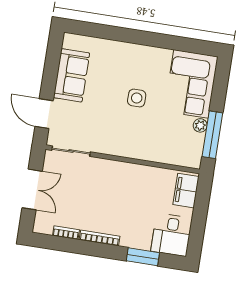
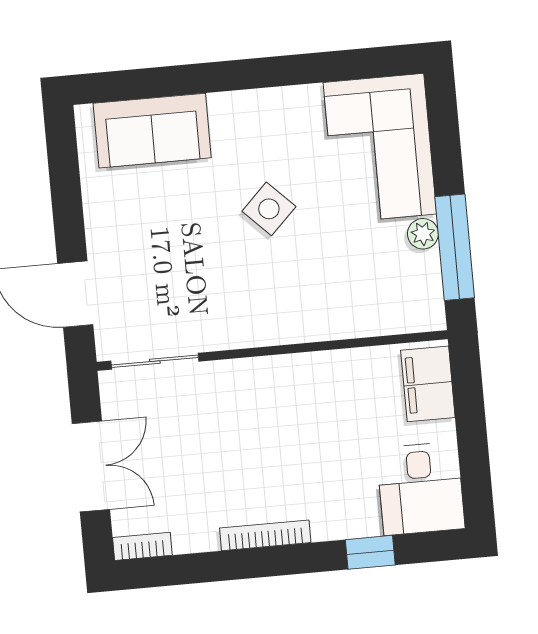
sofa: (72, 75) -> (152, 131), moved, turned 90
side table: (137, 98) -> (269, 209), turned 45
bookcase: (66, 233) -> (142, 546), moved
window: (143, 257) -> (370, 552), width x0.67

